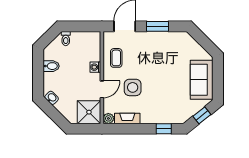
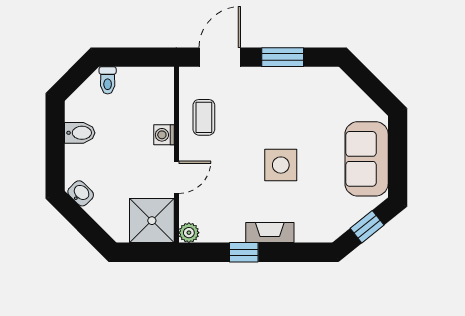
side table: (133, 87) -> (281, 165), moved
fireplace: (127, 118) -> (270, 233), moved
window: (164, 129) -> (244, 252), moved

